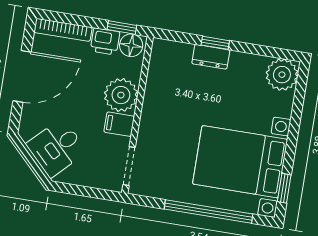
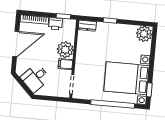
floor lamp: (131, 45) -> (69, 25), removed
dresser: (211, 57) -> (87, 26), moved

